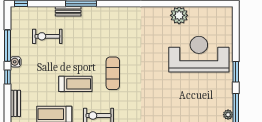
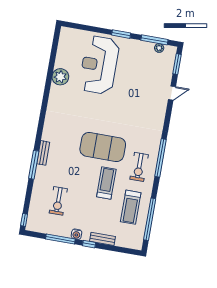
bench: (68, 11) -> (43, 153), moved
exercise mat: (113, 73) -> (103, 147), width x2.00, depth x1.45
bench: (15, 103) -> (102, 239), moved

